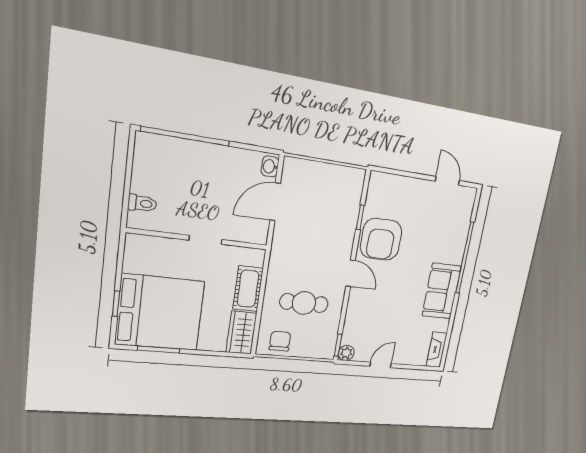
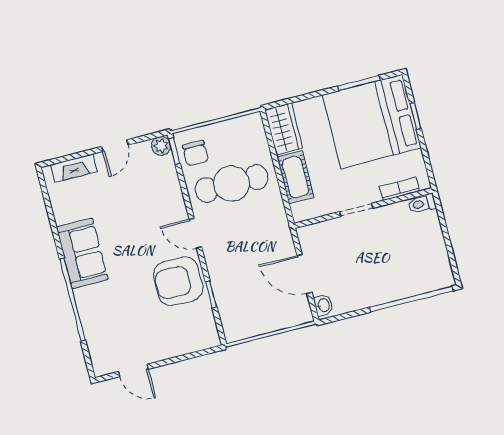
door: (275, 202) -> (304, 274), swing flipped
toilet: (142, 203) -> (422, 204), moved
armchair: (381, 239) -> (178, 281), turned -90
bookcase: (157, 243) -> (399, 189), added
cafe table: (304, 303) -> (232, 184), width x1.37, depth x1.35
chair: (280, 341) -> (195, 153), moved
fireplace: (437, 350) -> (74, 168), moved, turned 90

